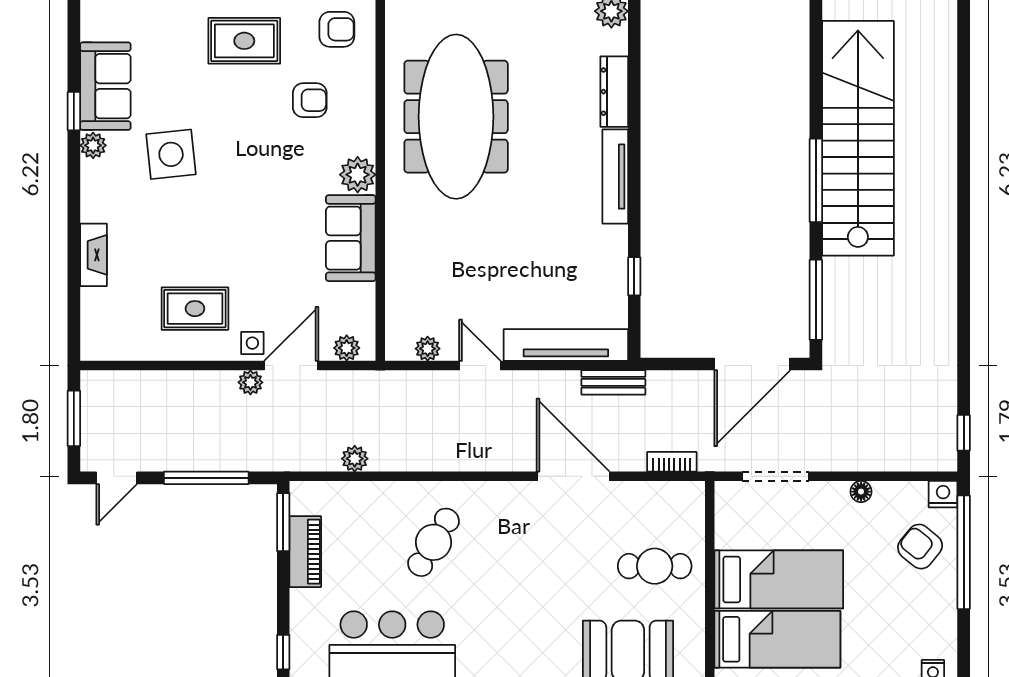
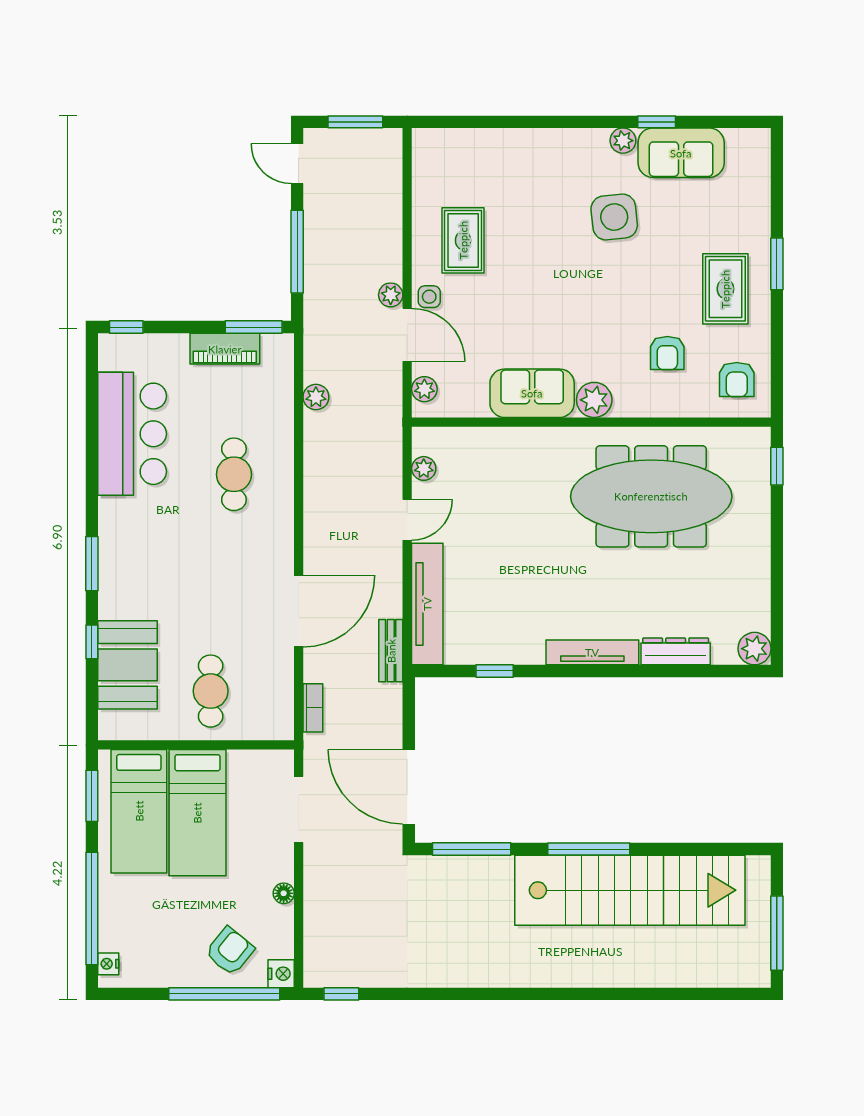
fireplace: (93, 255) -> (516, 141), removed
cafe table: (434, 542) -> (234, 474), turned 59

